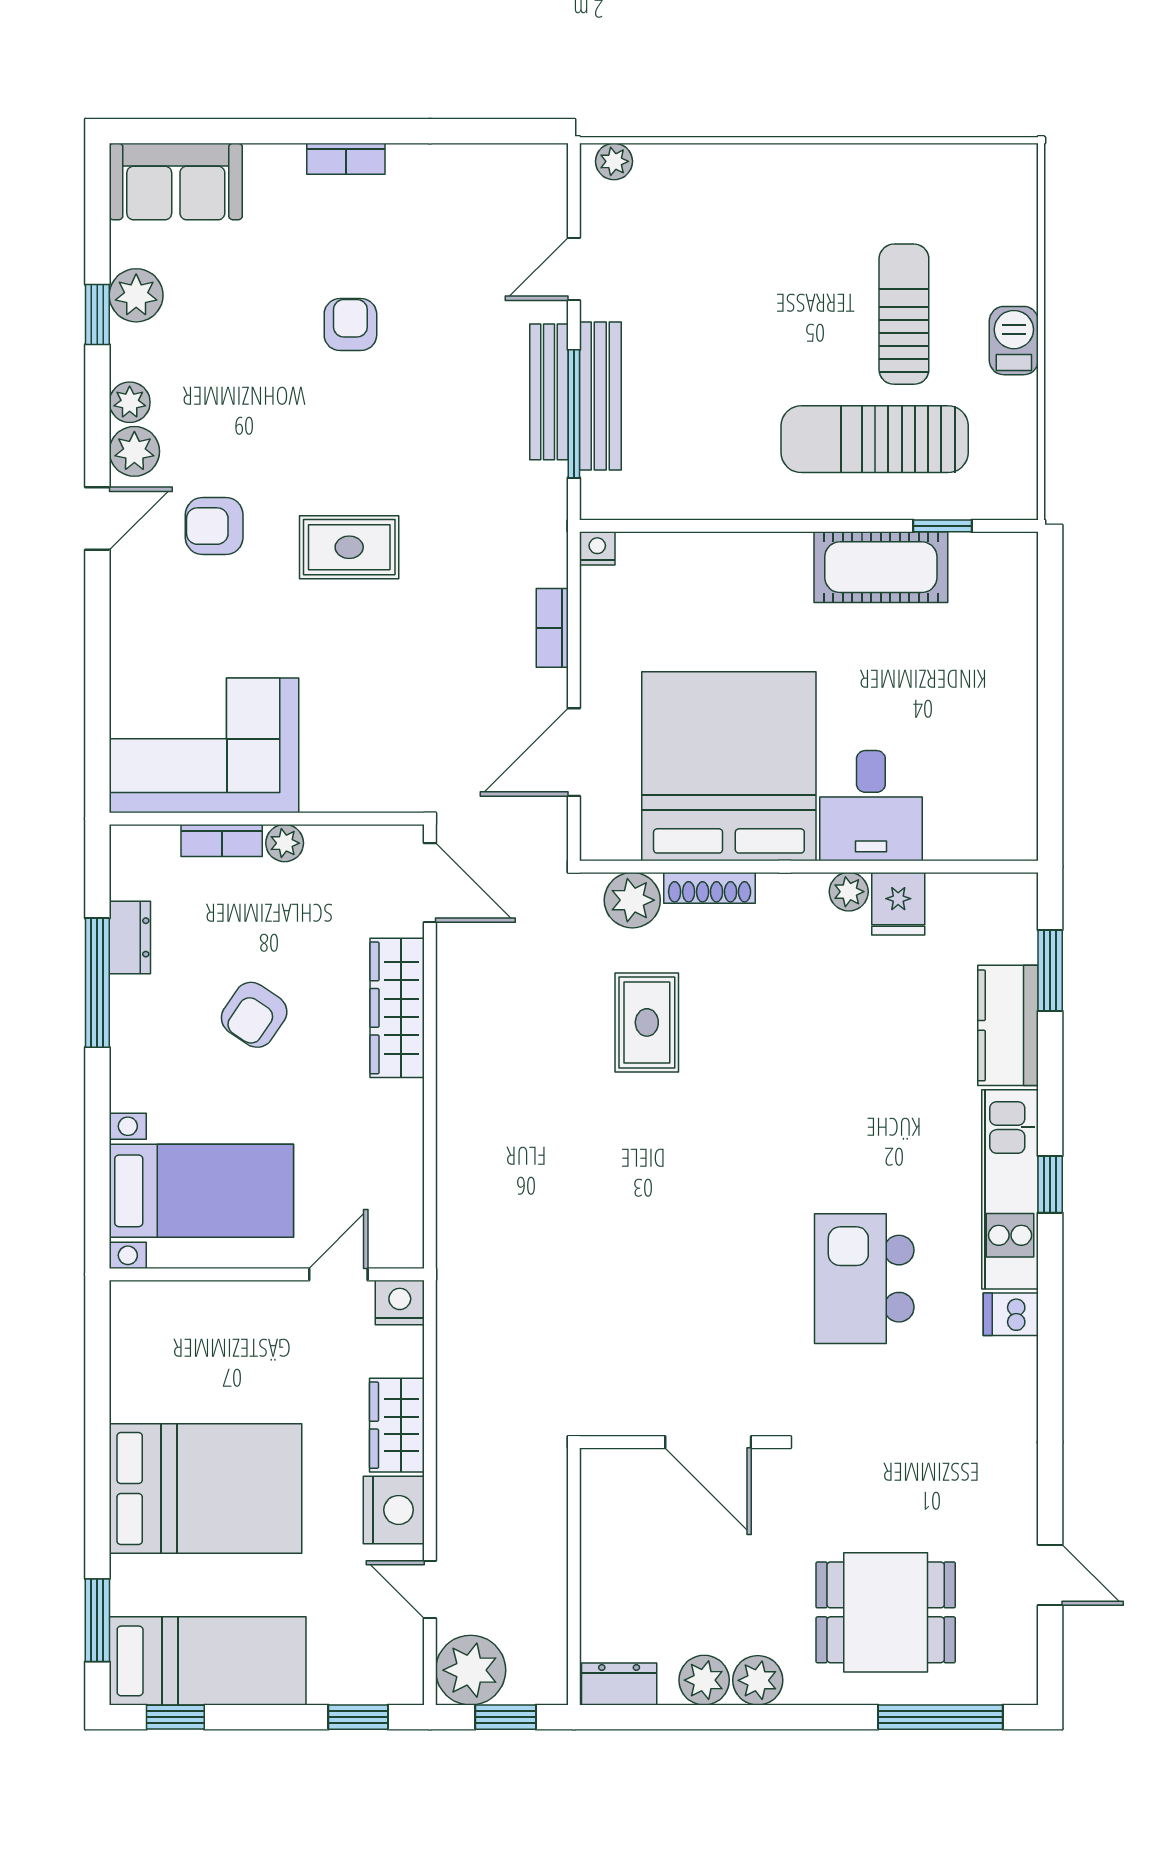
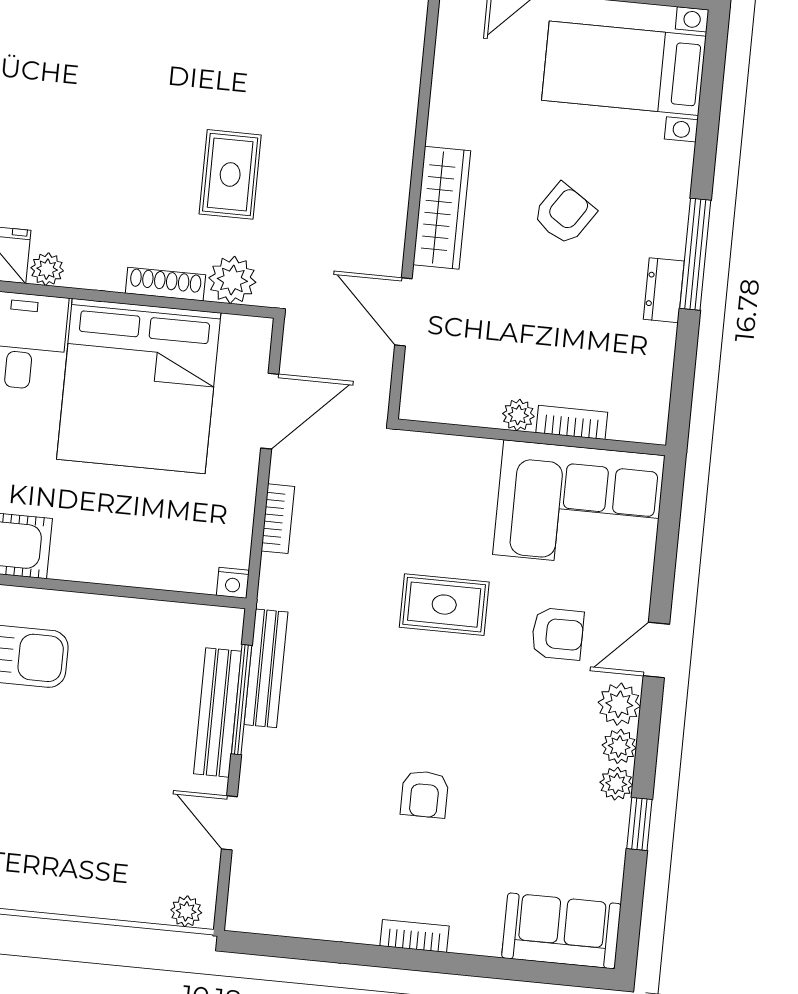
door: (574, 269) -> (229, 823), swing flipped
plant: (136, 295) -> (616, 784), moved, width x0.73, depth x0.73
bench: (549, 392) -> (266, 668), moved
corner sofa: (204, 745) -> (579, 505), moved
wall: (267, 819) -> (531, 437), moved
bookcase: (222, 841) -> (572, 422), moved
plant: (285, 843) -> (518, 415), moved

